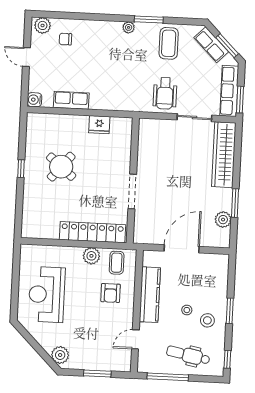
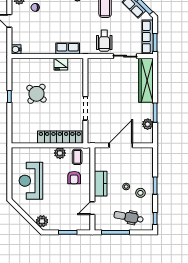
row of seats: (71, 100) -> (68, 49), moved
kitchen counter: (150, 295) -> (101, 184), width x0.67

